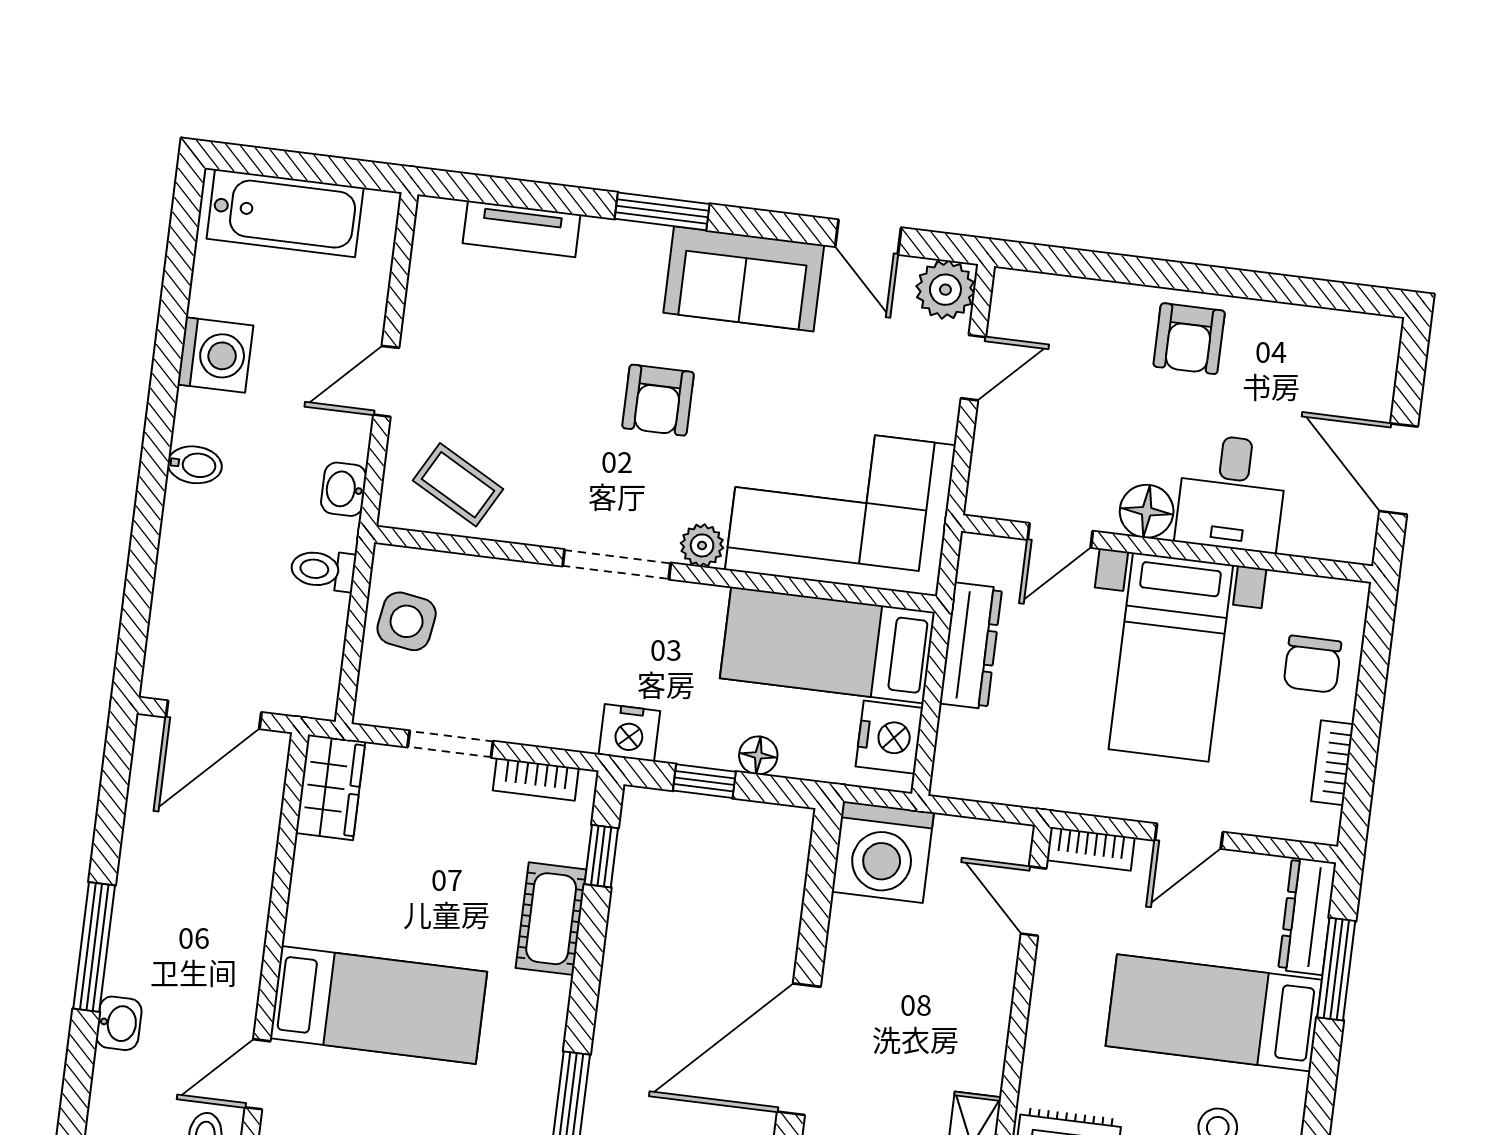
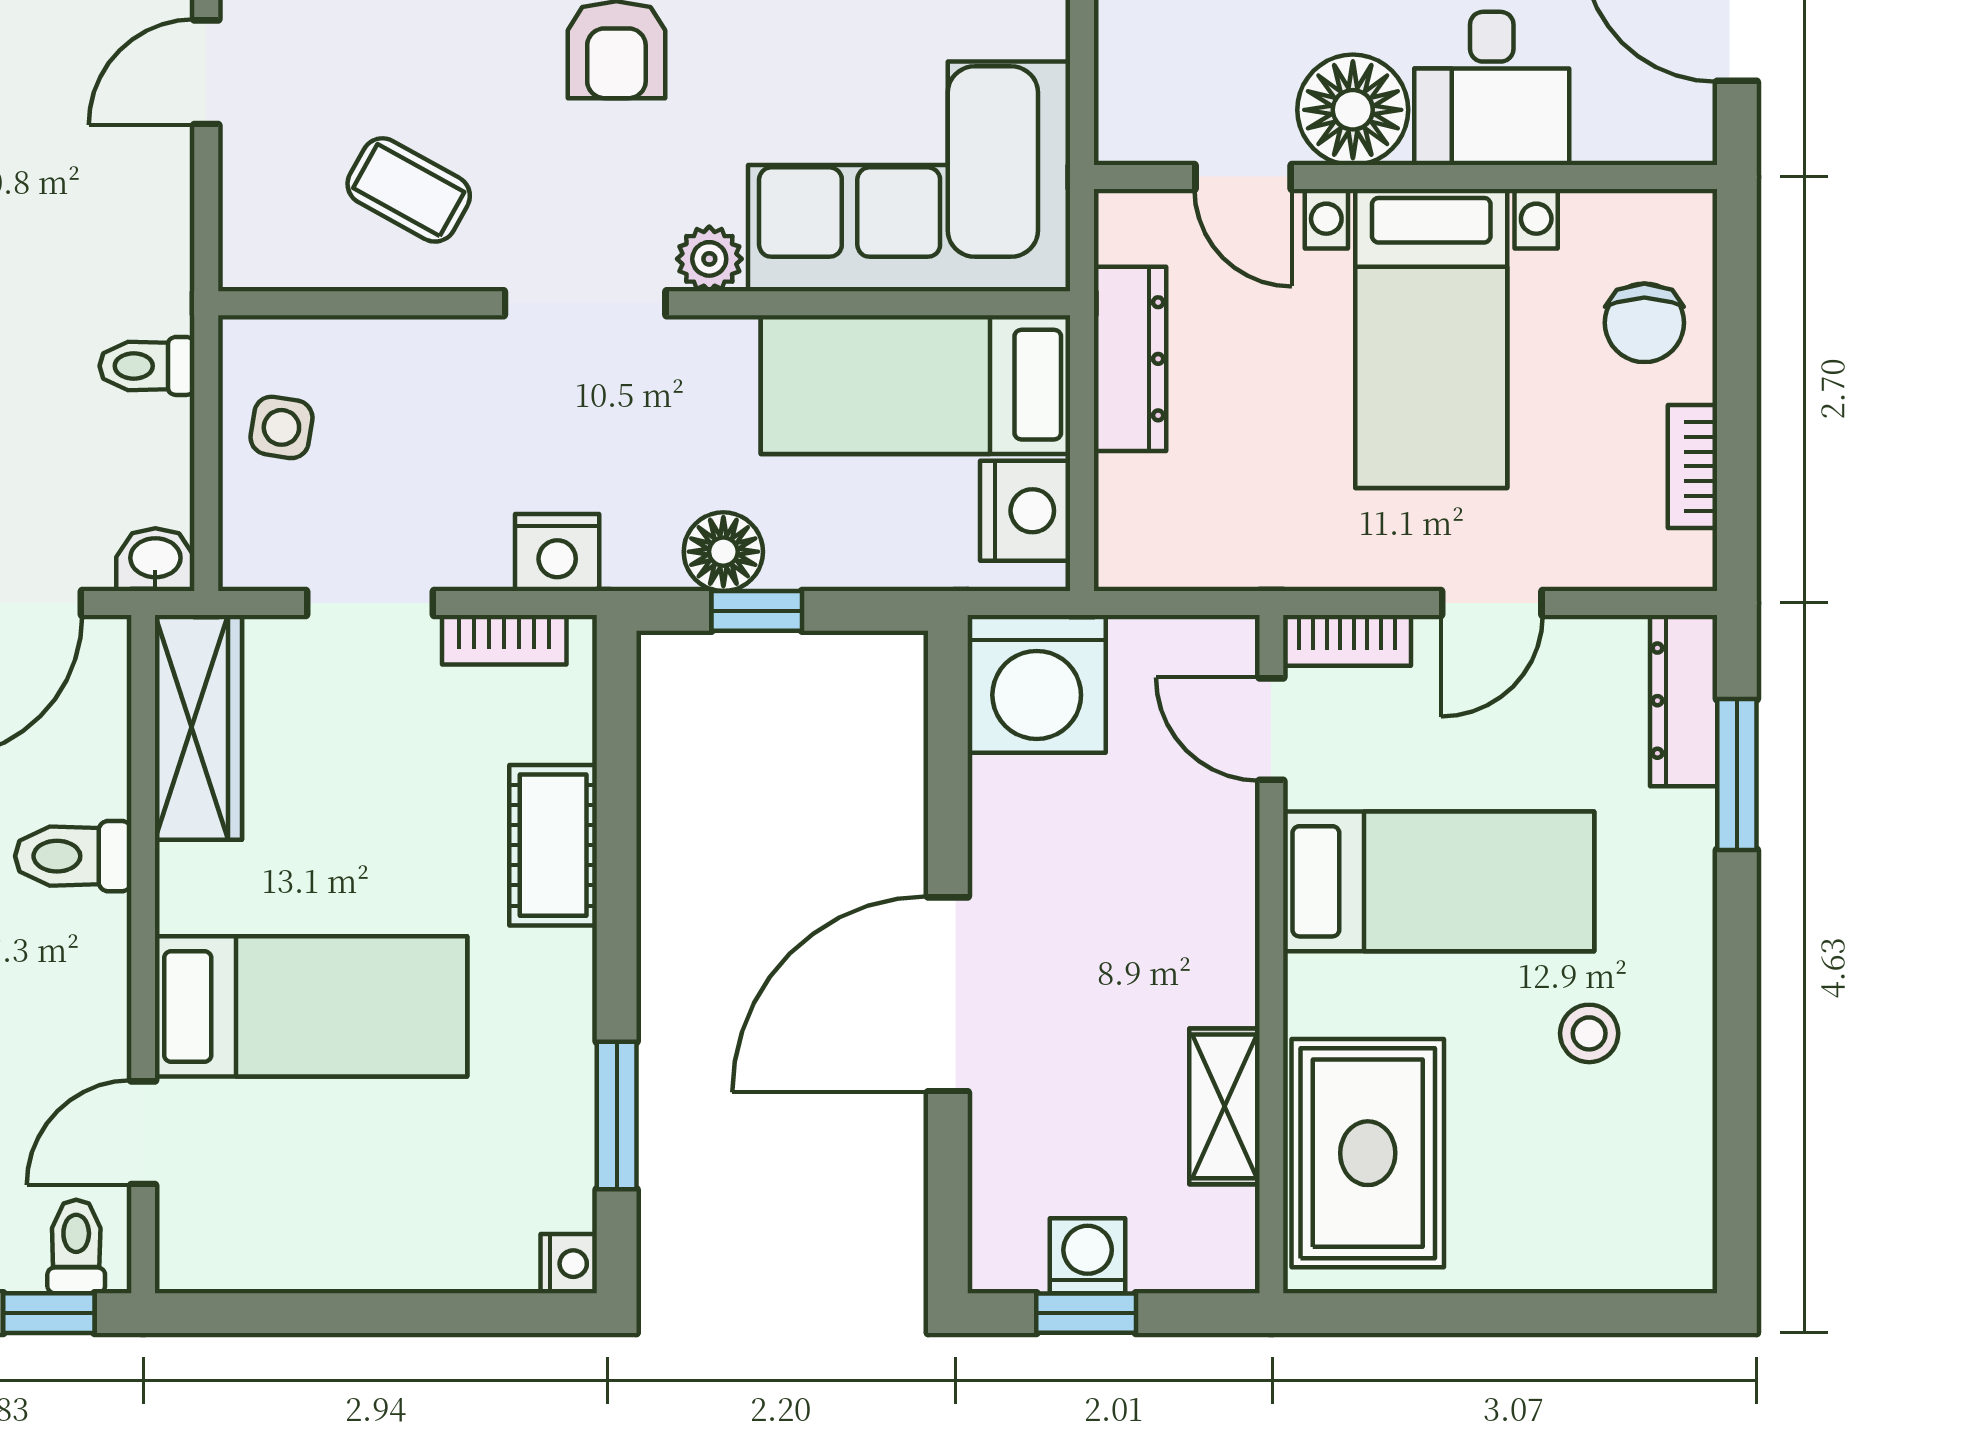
coffee table: (458, 485) -> (409, 190), moved
washbasin: (344, 489) -> (155, 560), moved, turned 90
floor lamp: (1147, 511) -> (1353, 110), width x1.38, depth x1.38
door: (1060, 535) -> (1243, 177), hinge flipped
side table: (407, 621) -> (281, 427), width x0.73, depth x0.73
nightstand: (629, 733) -> (557, 553), moved
floor lamp: (758, 755) -> (723, 552), moved, width x1.37, depth x1.37
wardrobe: (330, 787) -> (198, 727), width x1.50
window: (601, 856) -> (617, 742), removed
toilet: (234, 886) -> (73, 856), added
bed: (1214, 1013) -> (1439, 881), moved, turned 180

